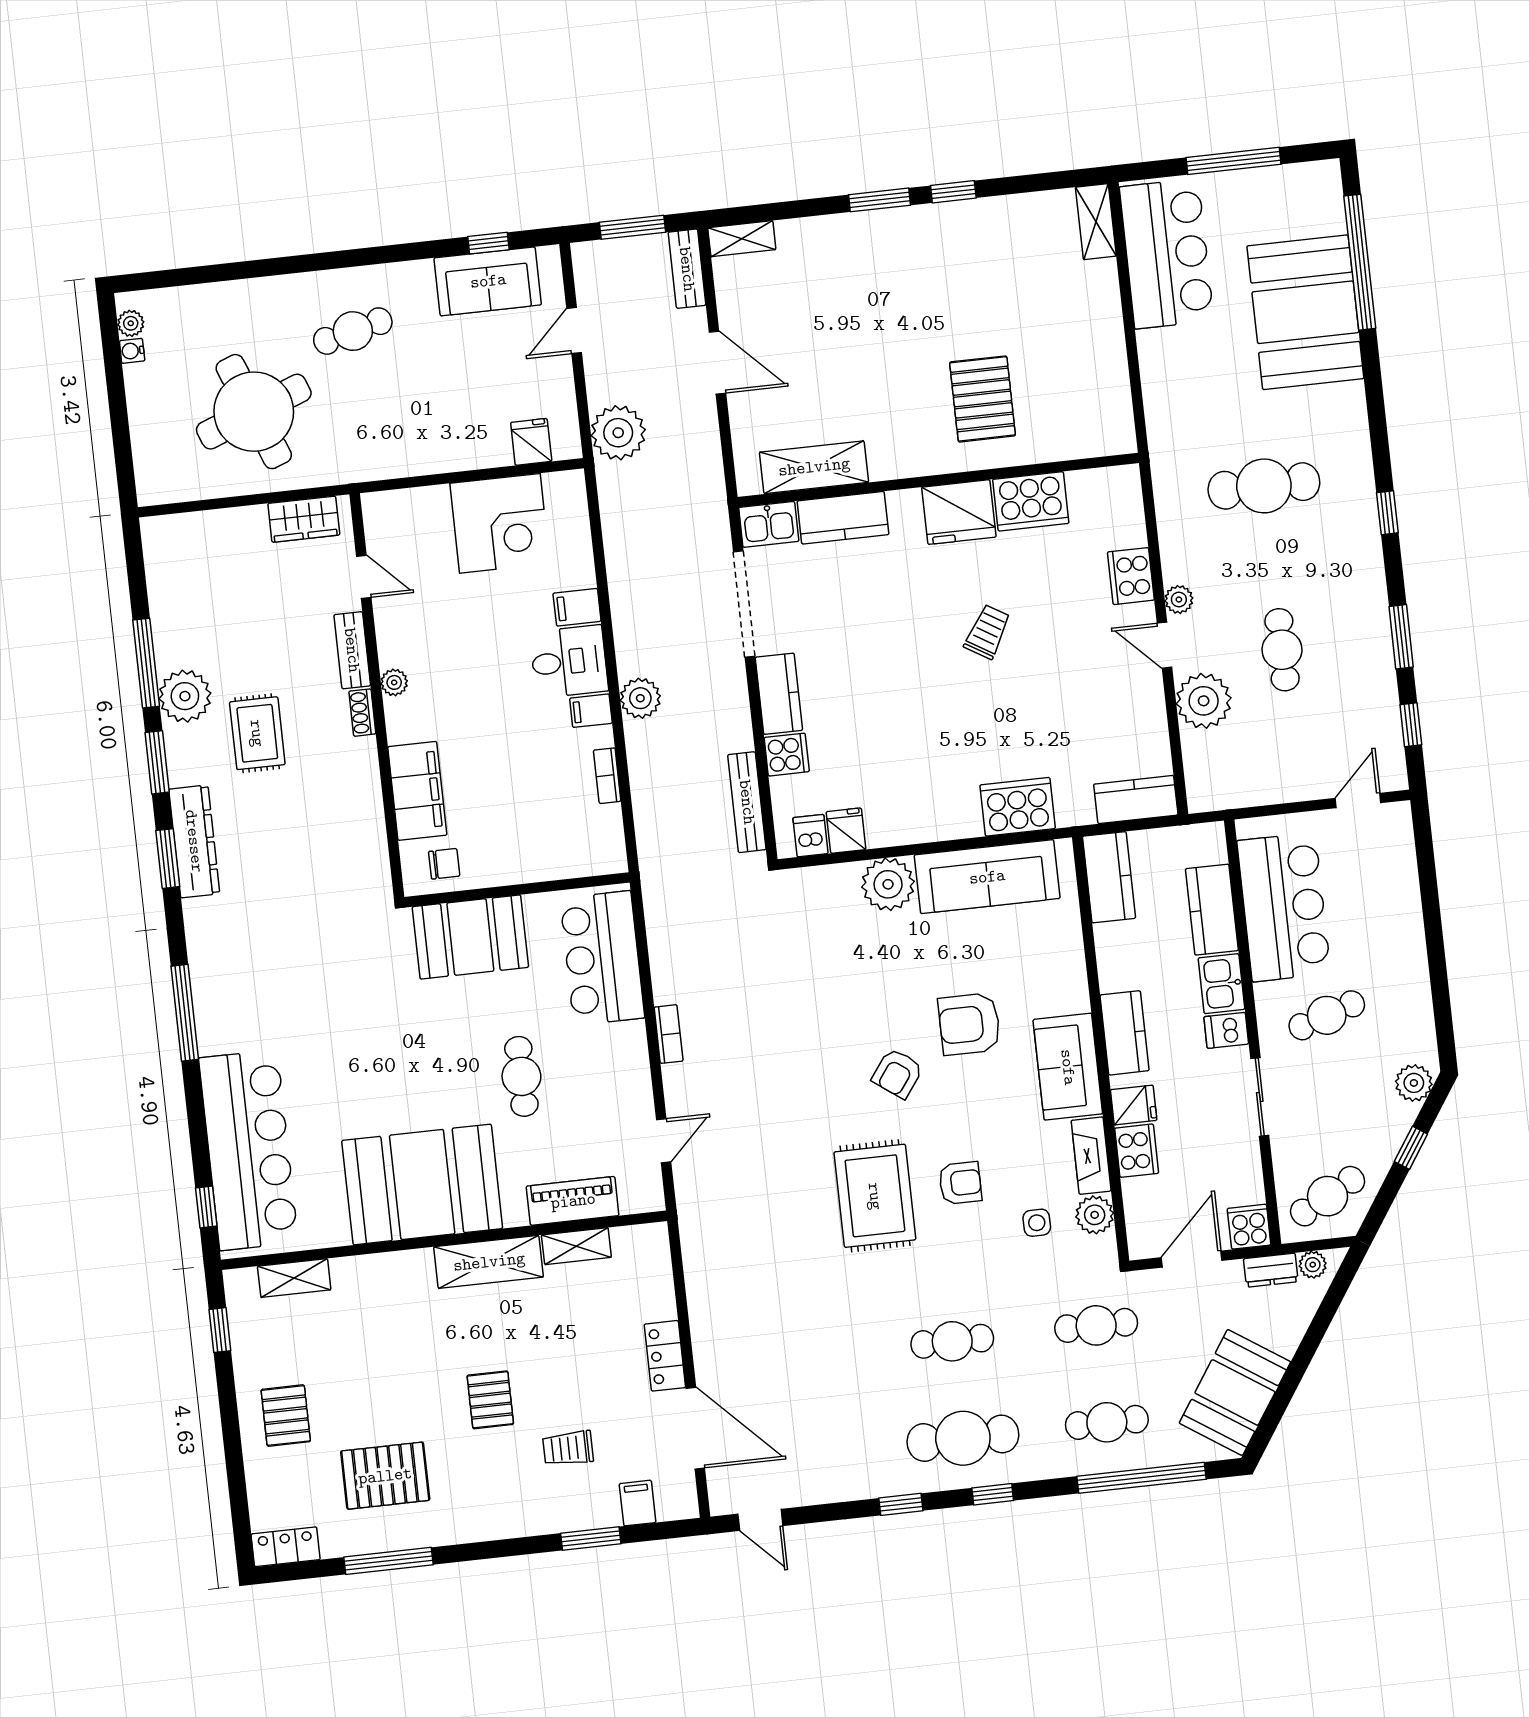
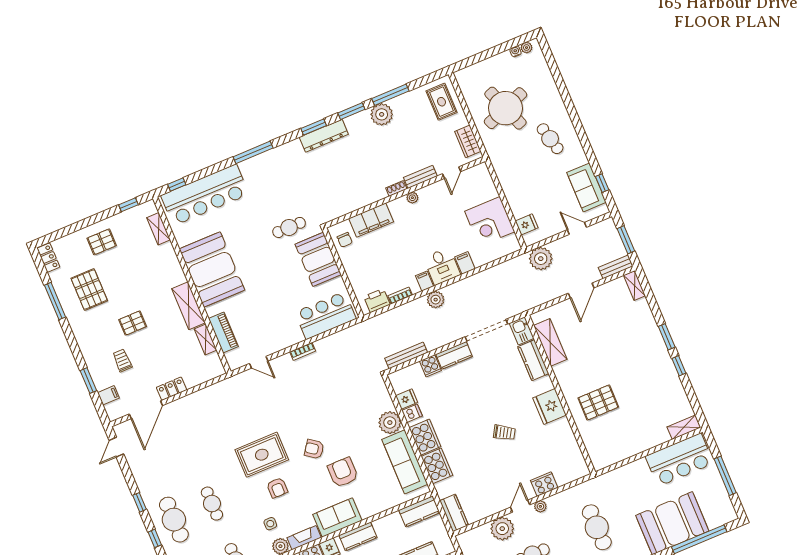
cooker: (1031, 501) -> (425, 437), moved, turned 180
rug: (257, 733) -> (442, 102), moved, turned 90
printer: (603, 832) -> (377, 300), added
dishwasher: (810, 836) -> (412, 413), moved
cafe table: (521, 1076) -> (289, 227), moved

